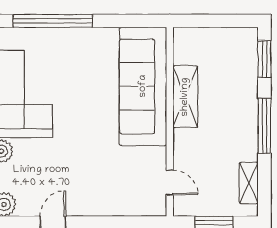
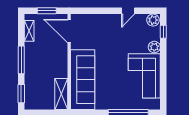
shelving: (185, 97) -> (61, 94), moved
door: (170, 183) -> (69, 31), width x1.87

